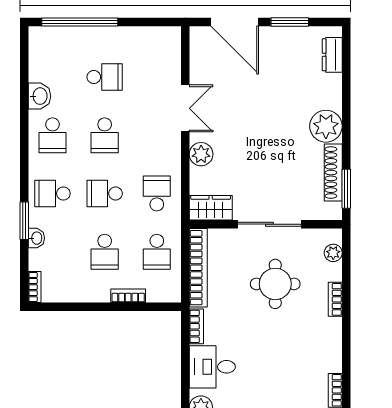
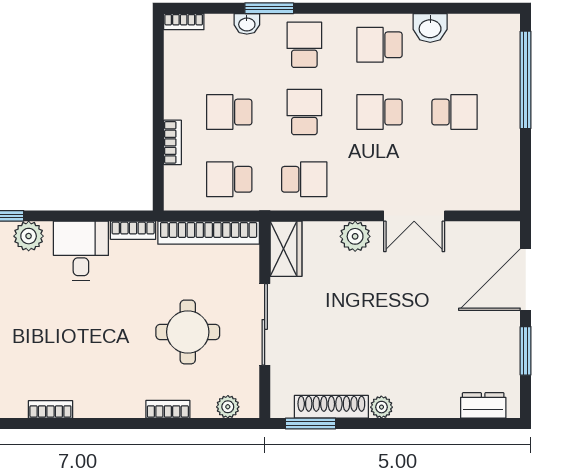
school desk: (105, 77) -> (455, 112), turned -90
plant: (326, 126) -> (381, 407), width x0.53, depth x0.53

